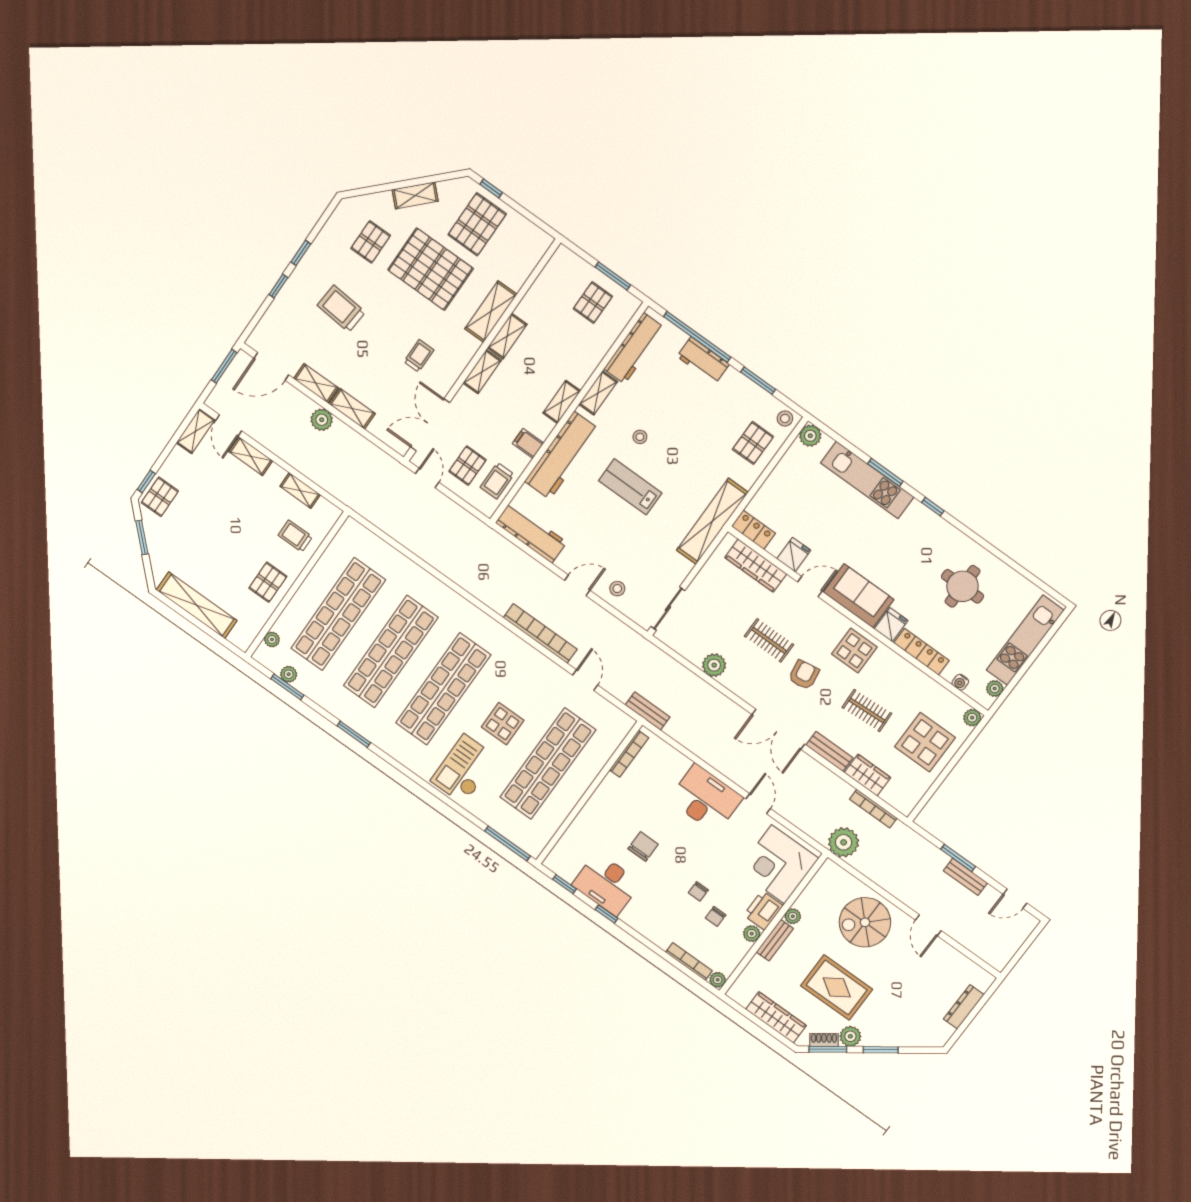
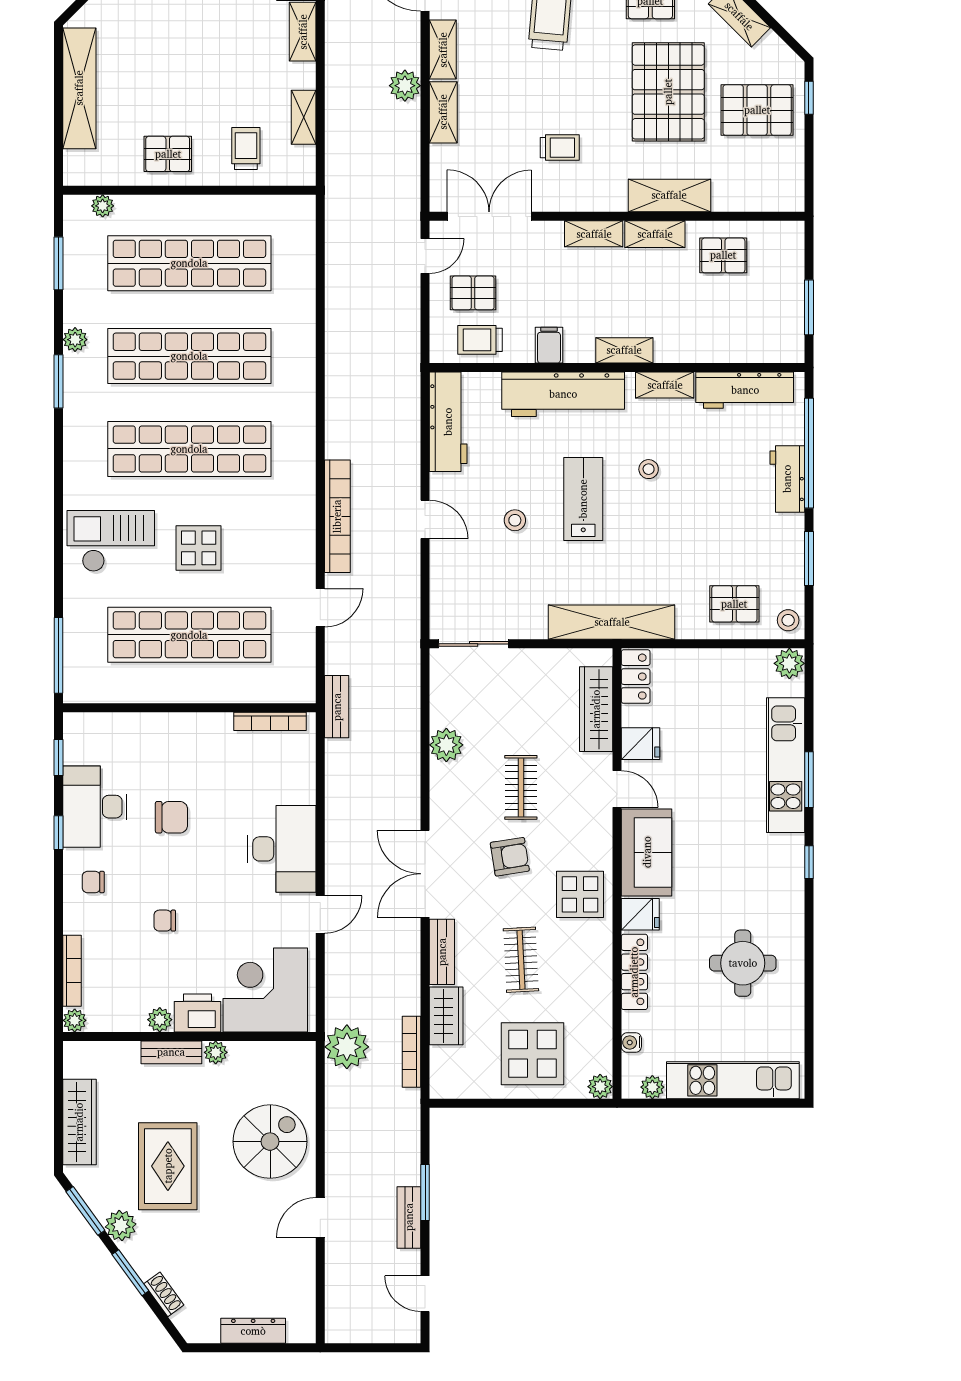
pallet: (593, 303) -> (723, 255), moved
stool: (617, 589) -> (515, 520), moved
plant: (289, 674) -> (75, 340), moved
chair: (716, 916) -> (93, 882), moved
spiral stairs: (865, 922) -> (270, 1142), turned 90
shoe rack: (824, 1040) -> (164, 1294), moved

